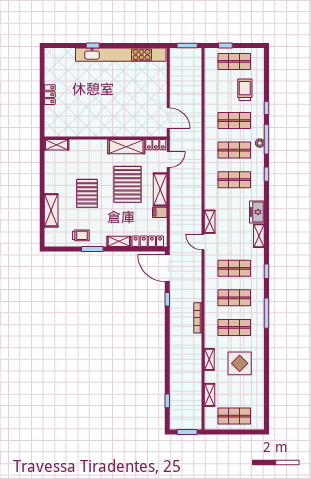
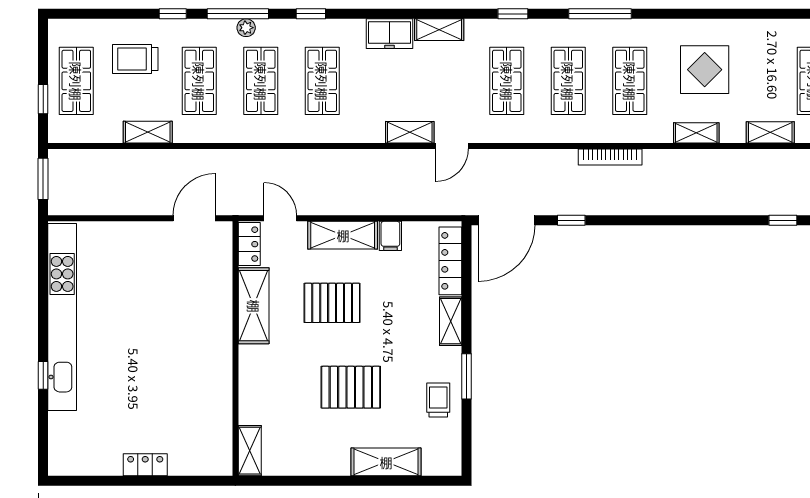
shelving: (210, 96) -> (148, 132), added
pallet: (128, 184) -> (332, 303), width x0.73, depth x0.71

